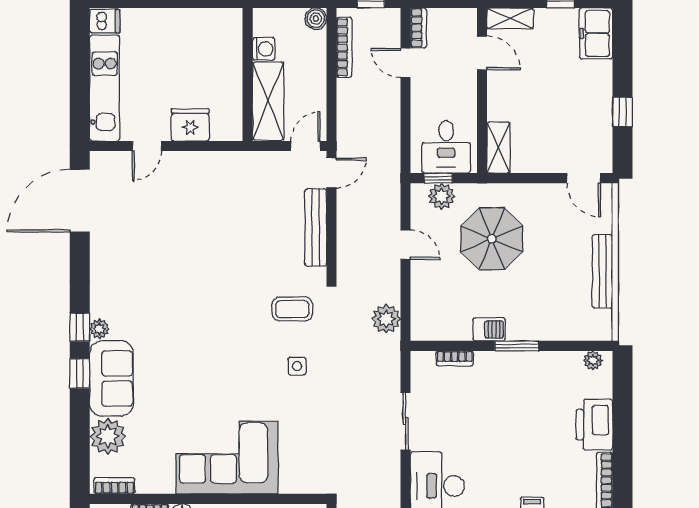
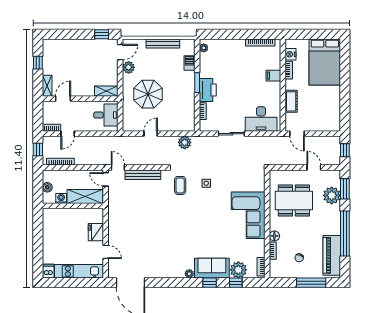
boiler: (316, 19) -> (47, 187), moved
freezer: (596, 33) -> (54, 46), removed
window: (623, 112) -> (102, 34), moved
window: (438, 178) -> (120, 119), removed
plant: (442, 196) -> (129, 67), moved
window: (80, 327) -> (236, 283), moved
barbecue: (489, 329) -> (189, 63), moved
printer: (594, 425) -> (208, 90), moved, turned -90

